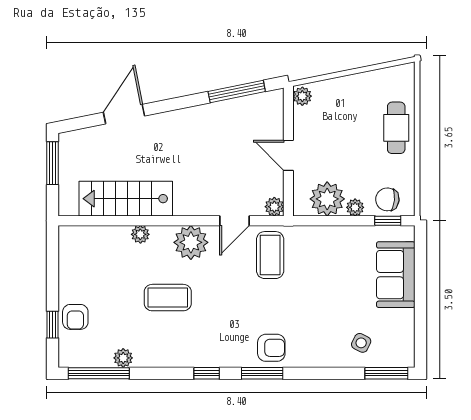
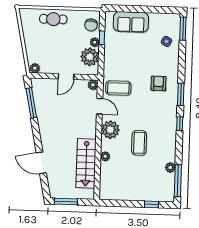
window: (388, 221) -> (102, 38), moved
armchair: (75, 317) -> (148, 192), removed
armchair: (271, 348) -> (158, 83), moved

